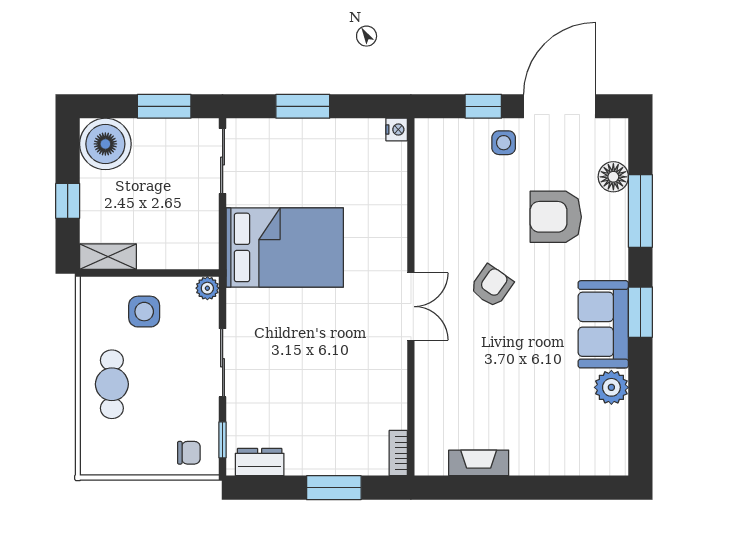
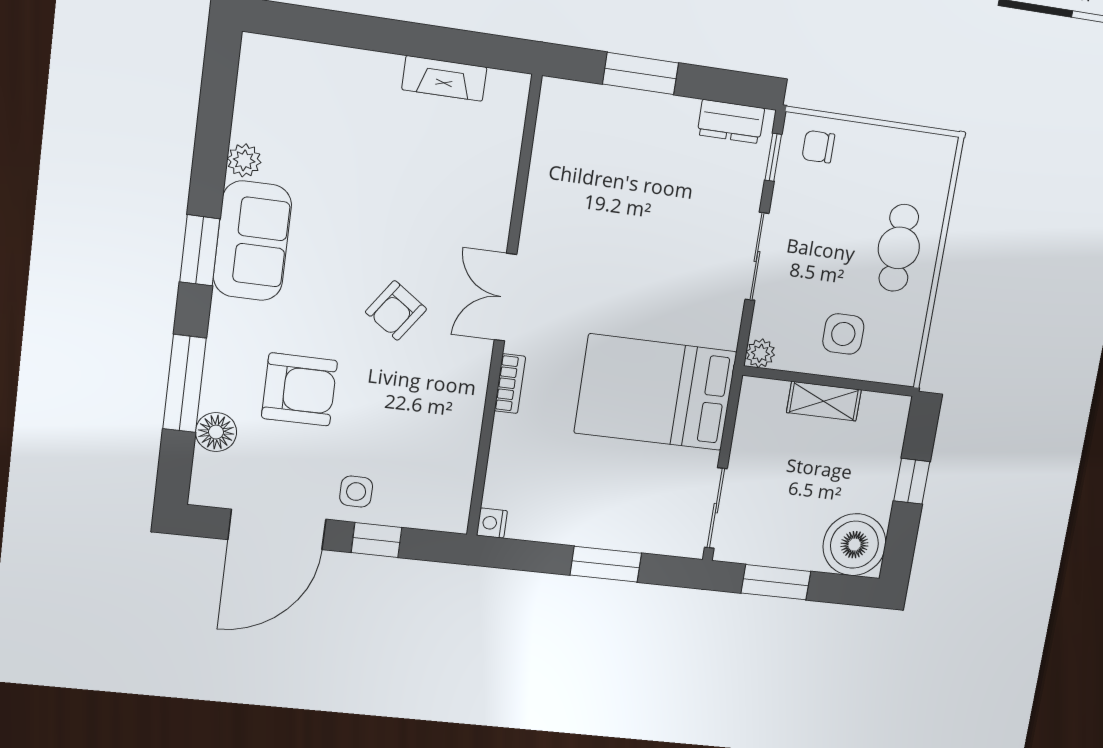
shelving: (108, 257) -> (824, 401), moved
plant: (611, 387) -> (244, 160), width x0.73, depth x0.73
bookcase: (398, 453) -> (510, 384), moved

